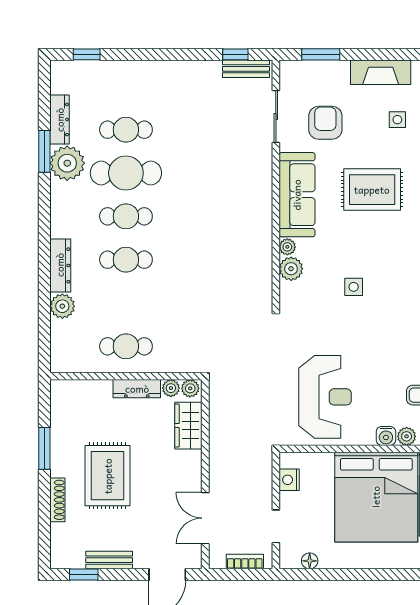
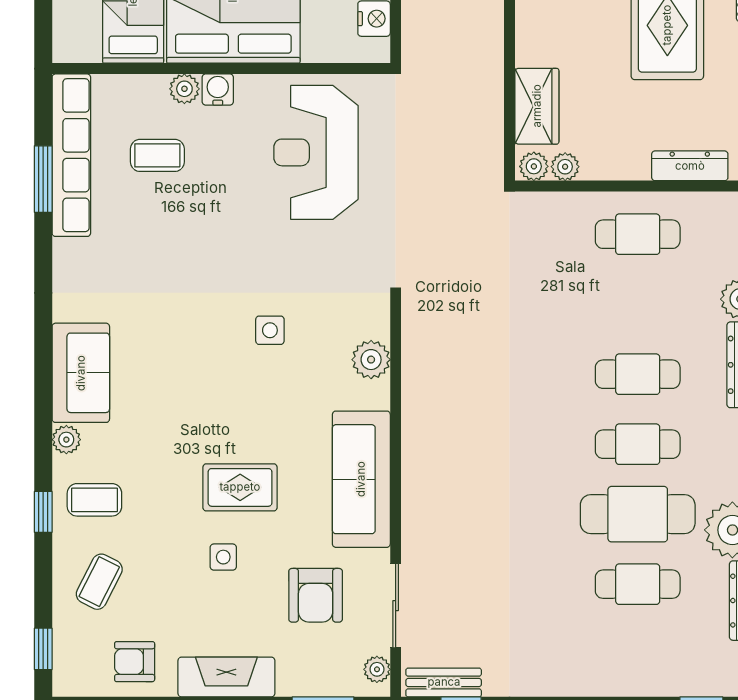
side table: (397, 120) -> (223, 557), moved
rug: (372, 190) -> (240, 487), width x0.73, depth x0.70
plant: (287, 247) -> (377, 669), moved
dresser: (137, 389) -> (690, 166), moved

